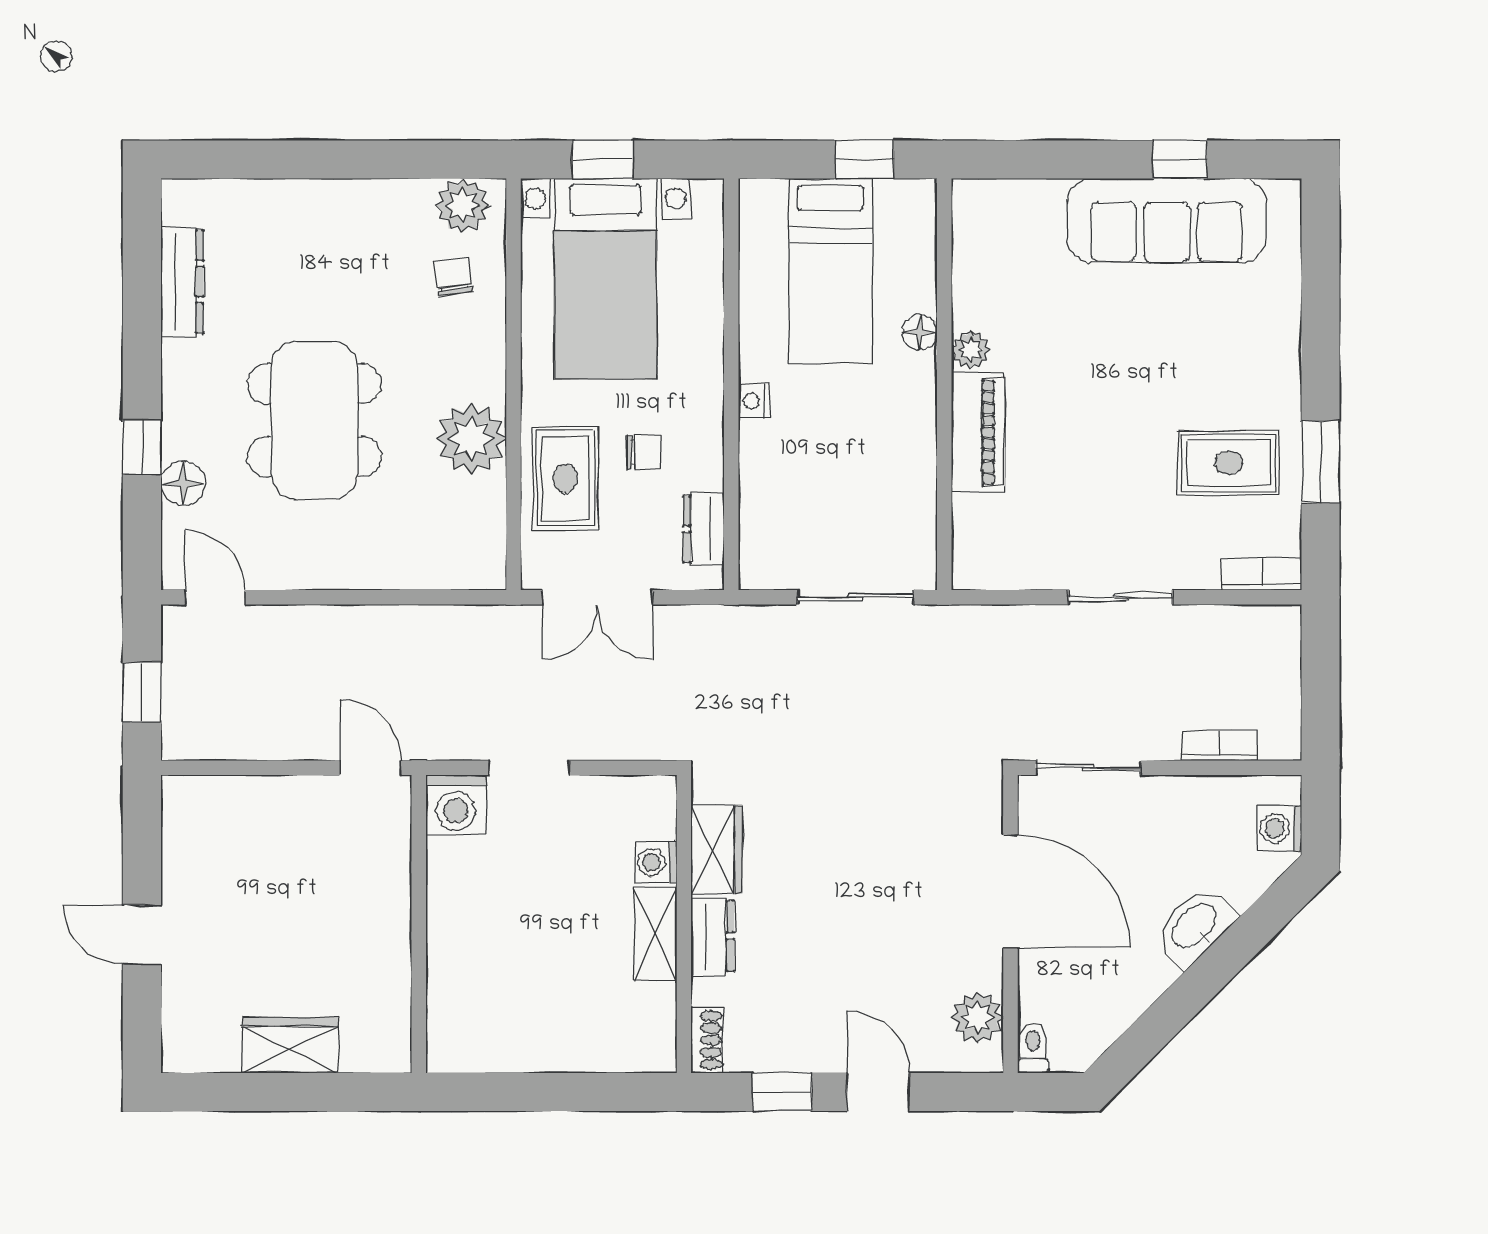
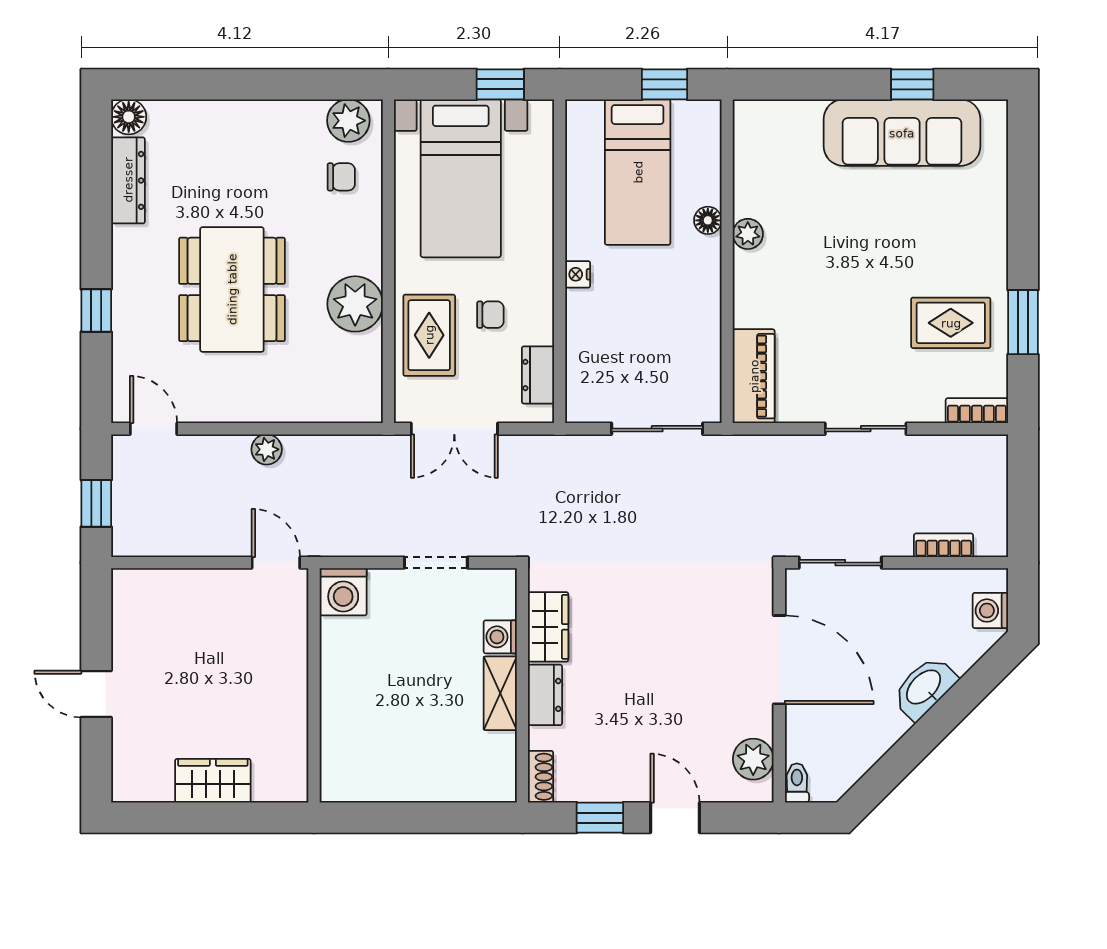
window: (603, 159) -> (500, 84), moved
chair: (453, 277) -> (341, 177), turned 98
piano: (978, 432) -> (754, 376), moved
floor lamp: (183, 483) -> (129, 117), moved
plant: (359, 624) -> (267, 449), added
doorway: (529, 768) -> (436, 563), moved

